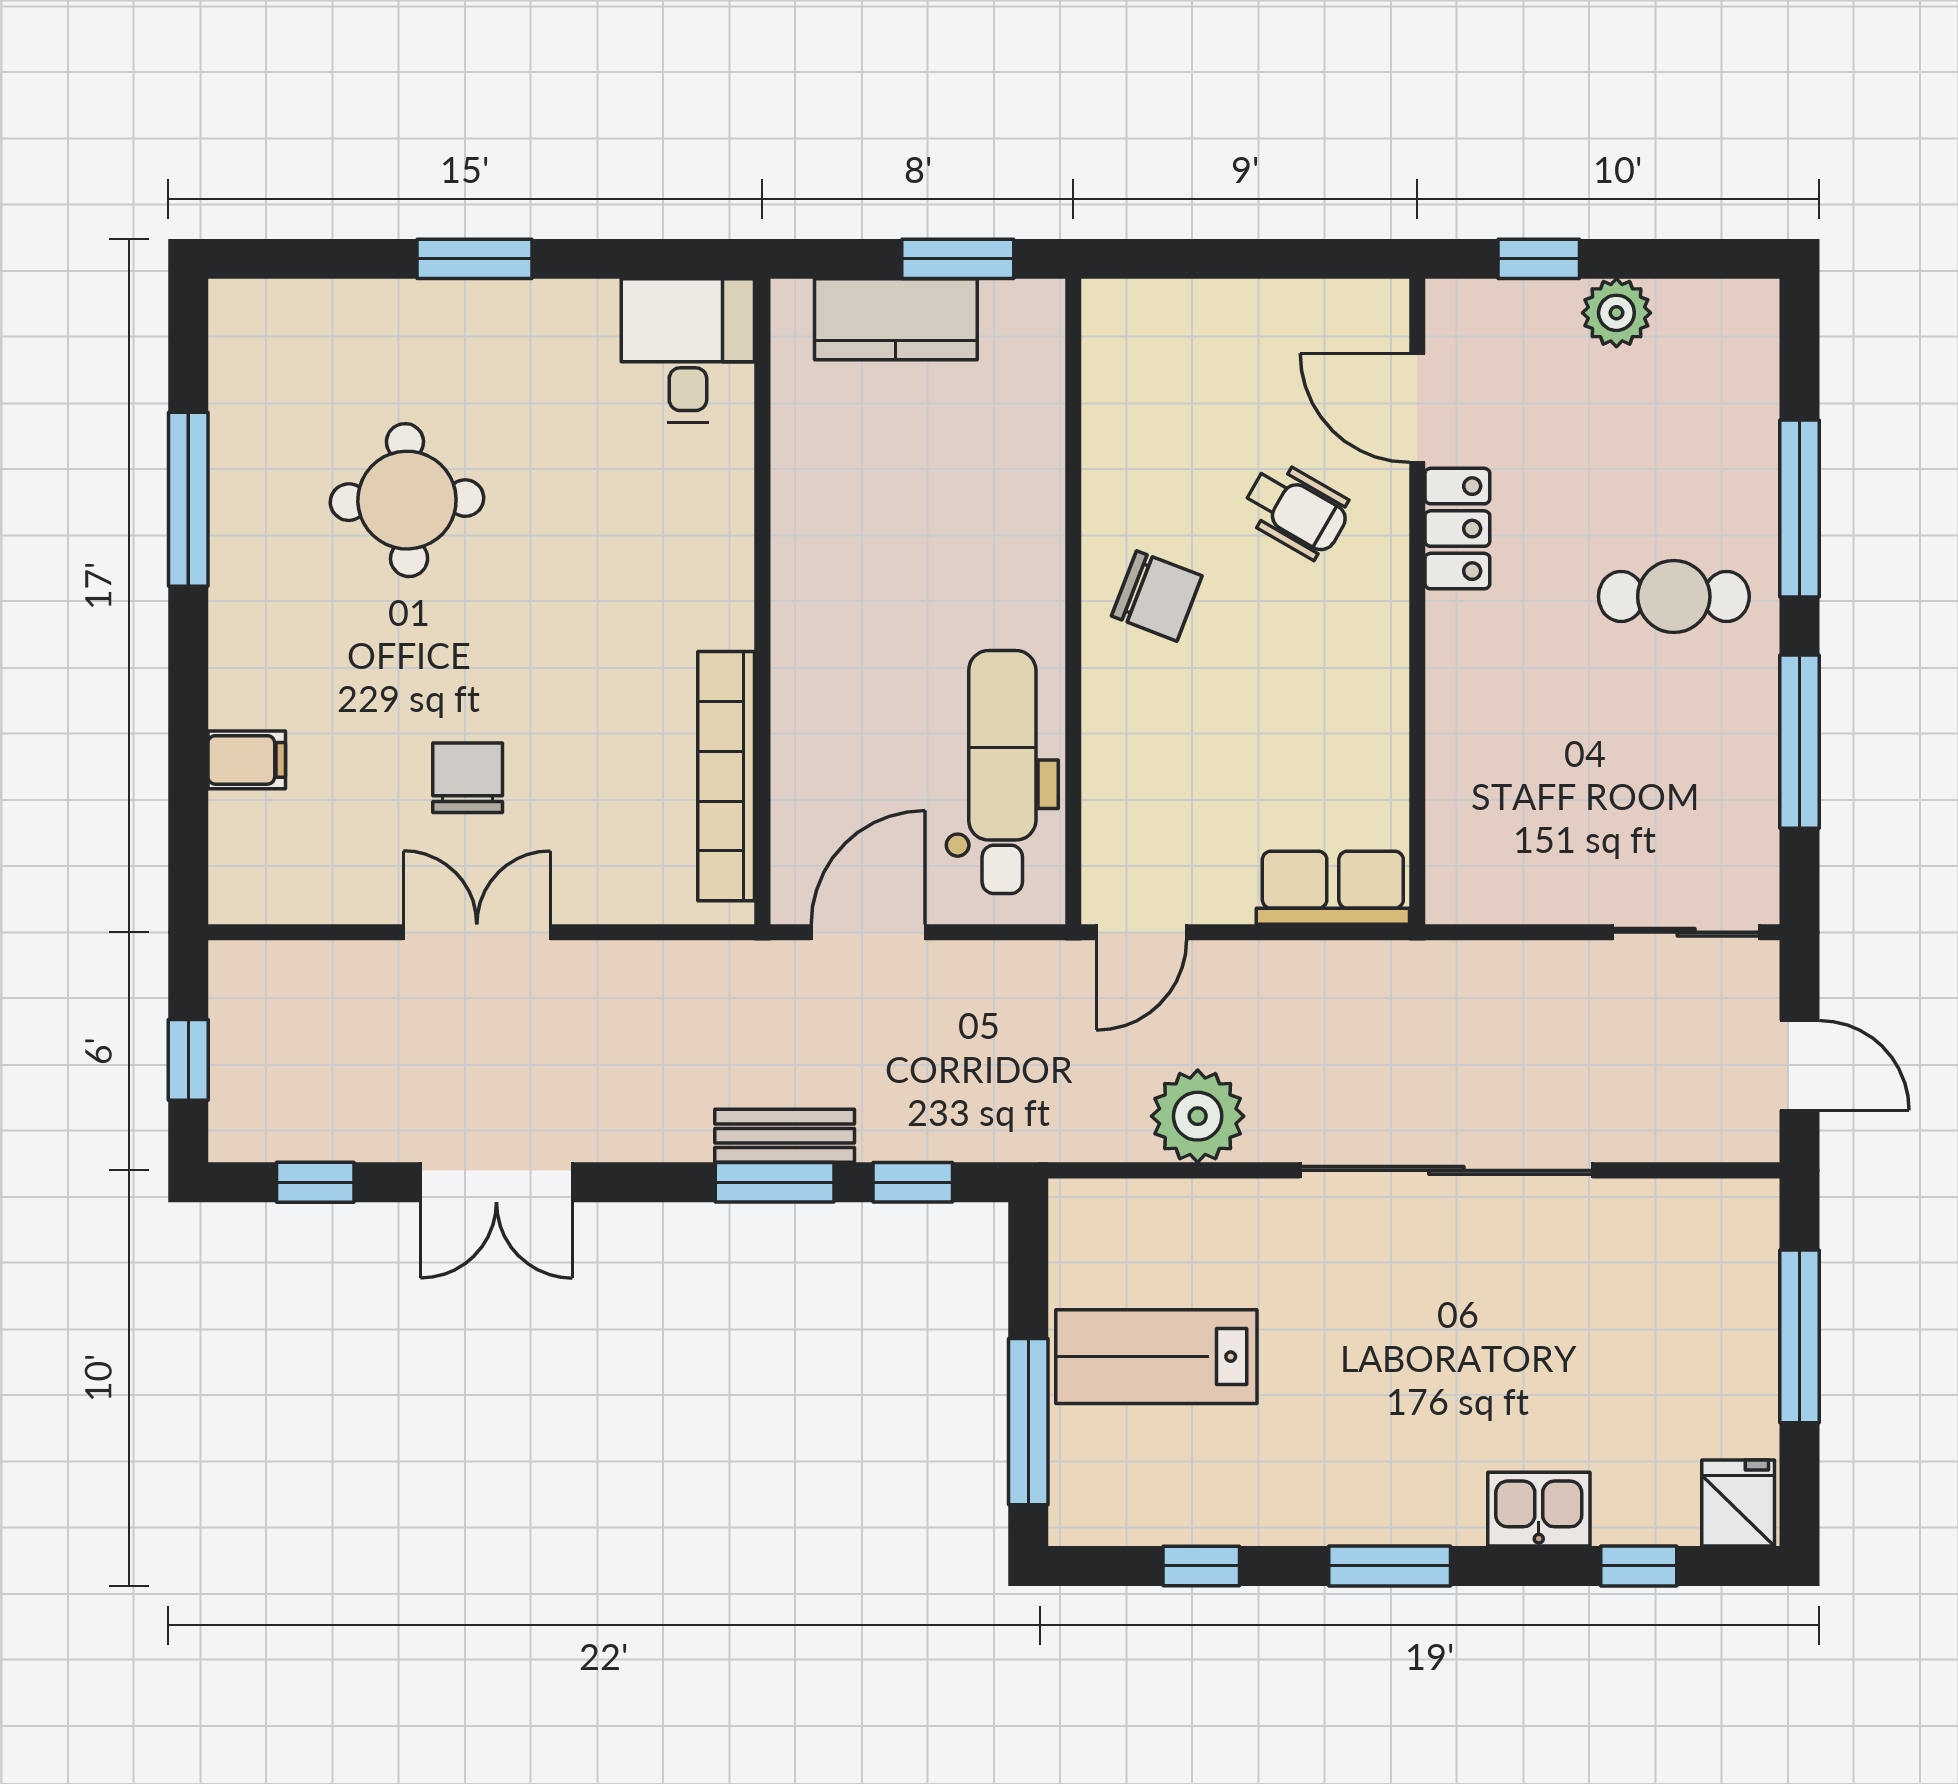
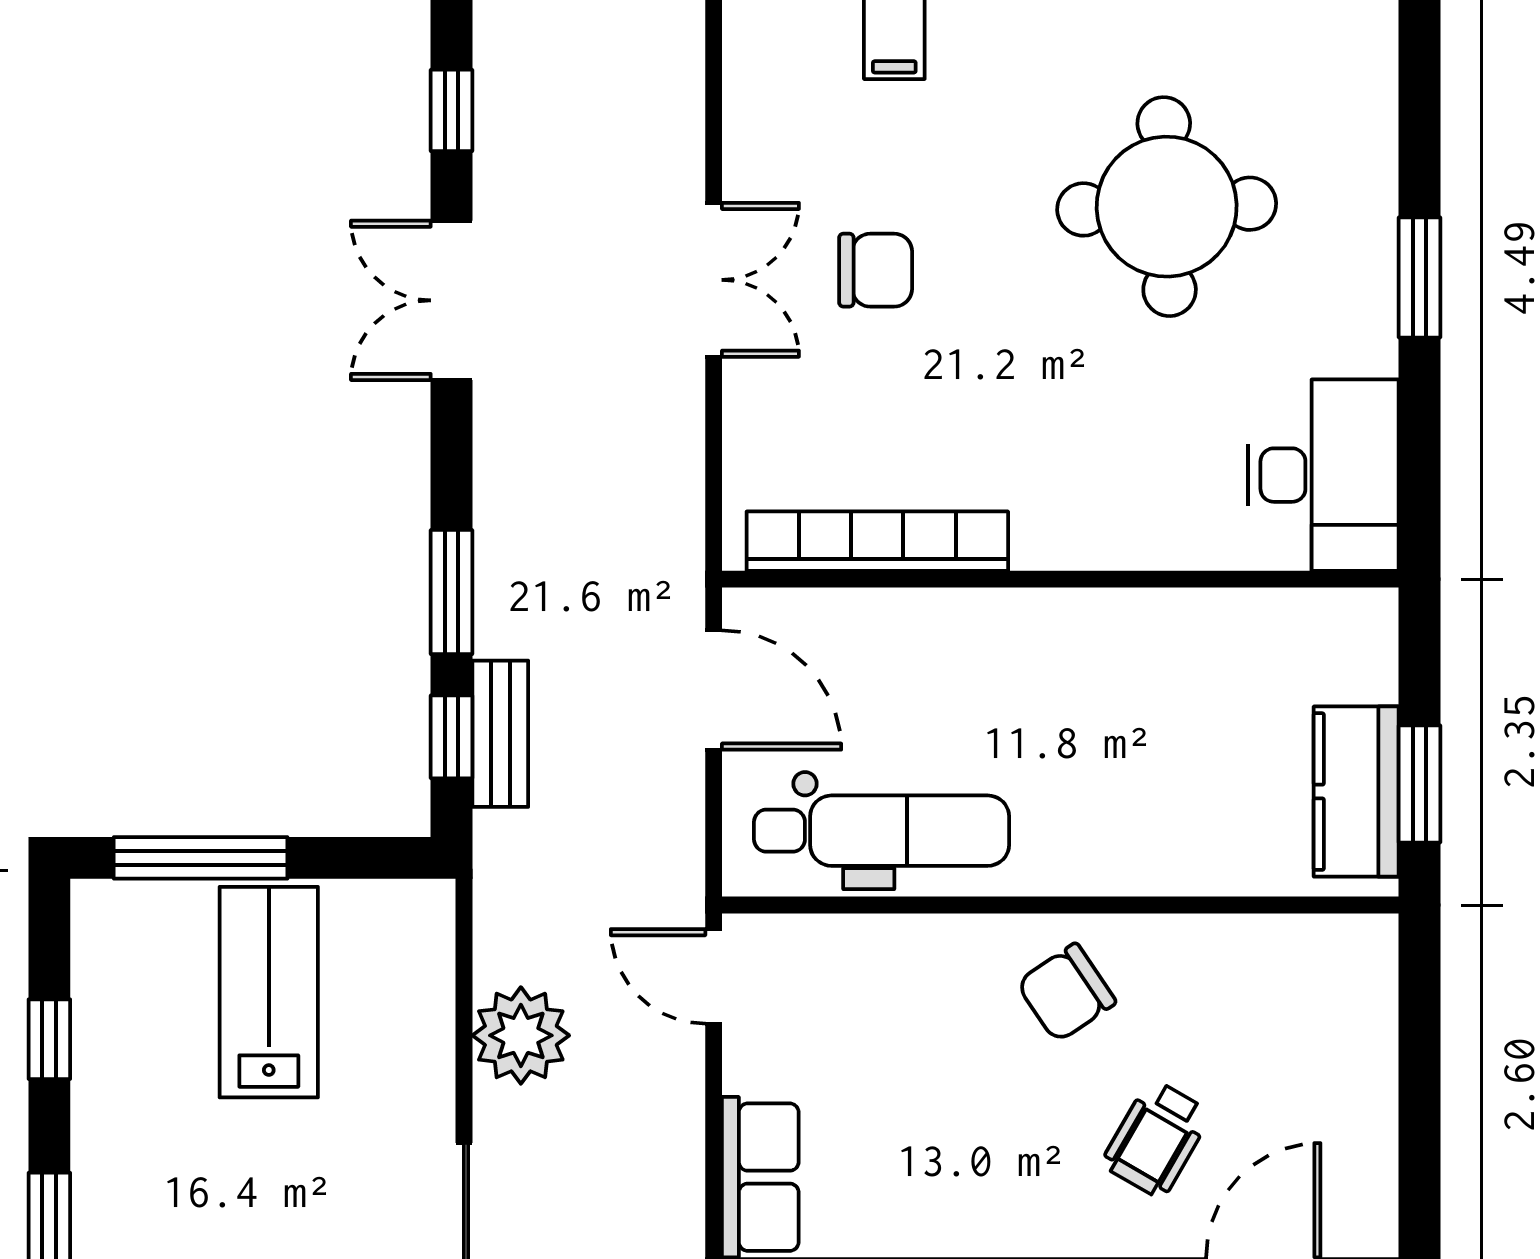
kitchen counter: (896, 319) -> (1356, 792), moved
desk: (688, 350) -> (1324, 475), width x1.37
round table: (407, 500) -> (1167, 207), width x1.36, depth x1.36
chair: (1157, 596) -> (1066, 993), turned 35
bench: (785, 1136) -> (500, 734), moved

